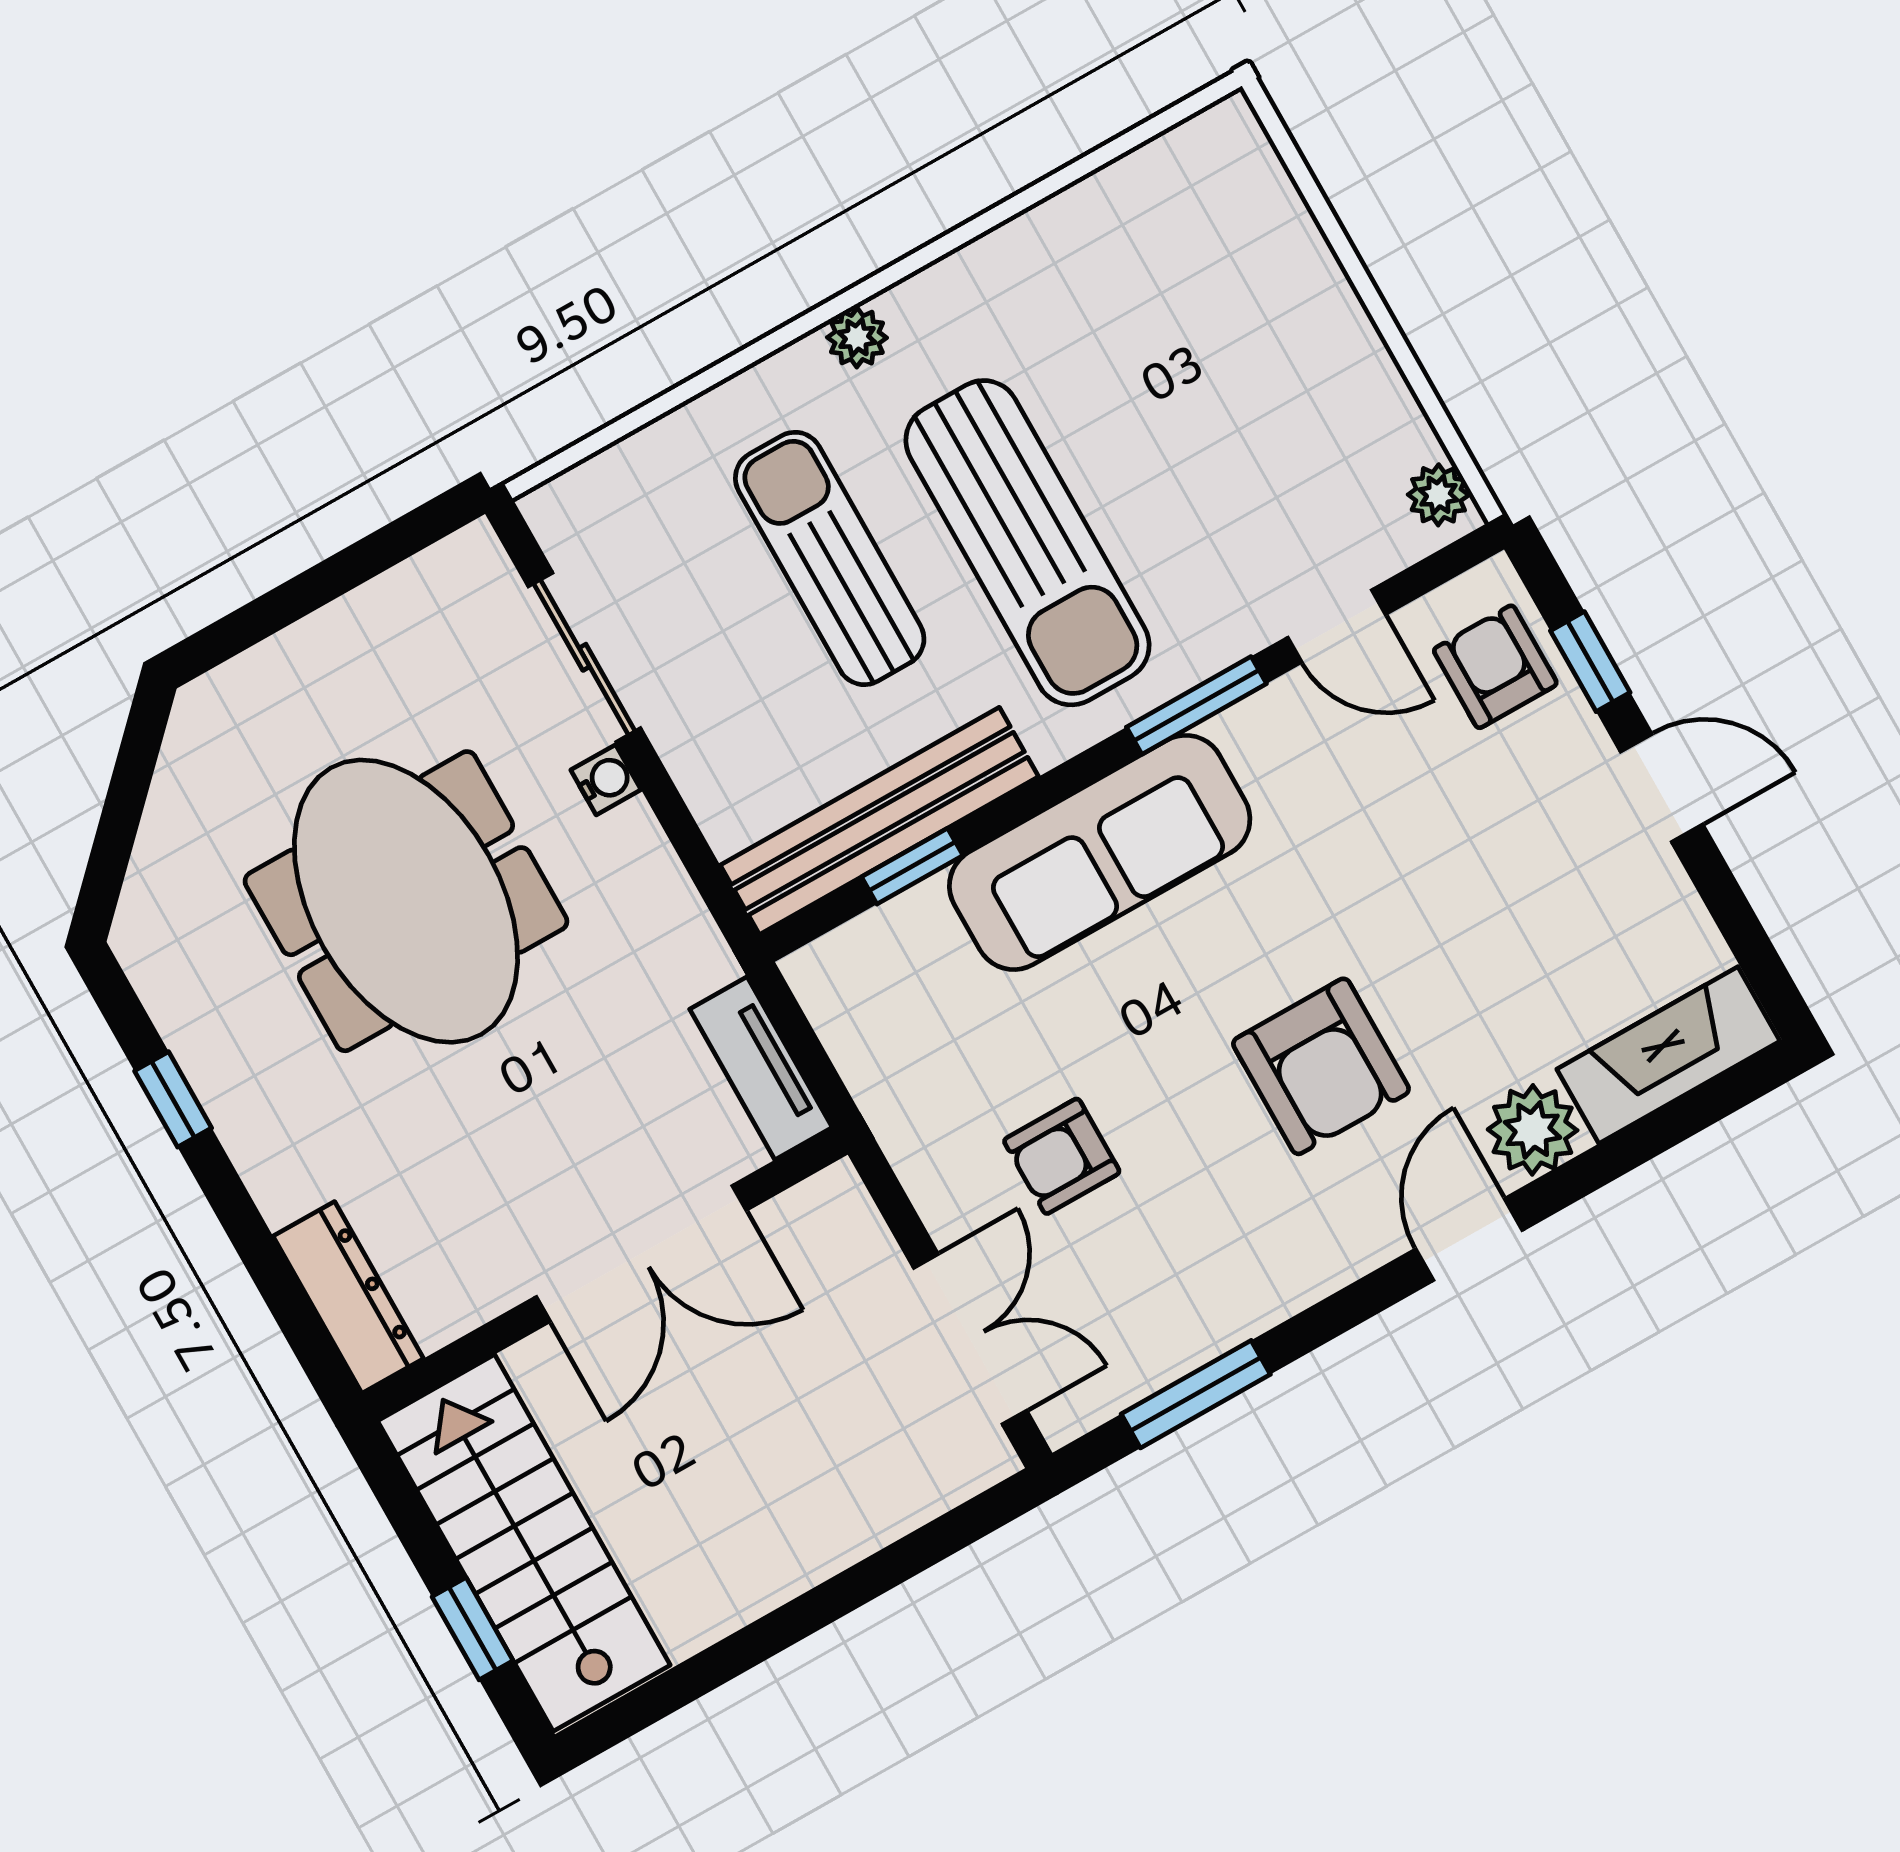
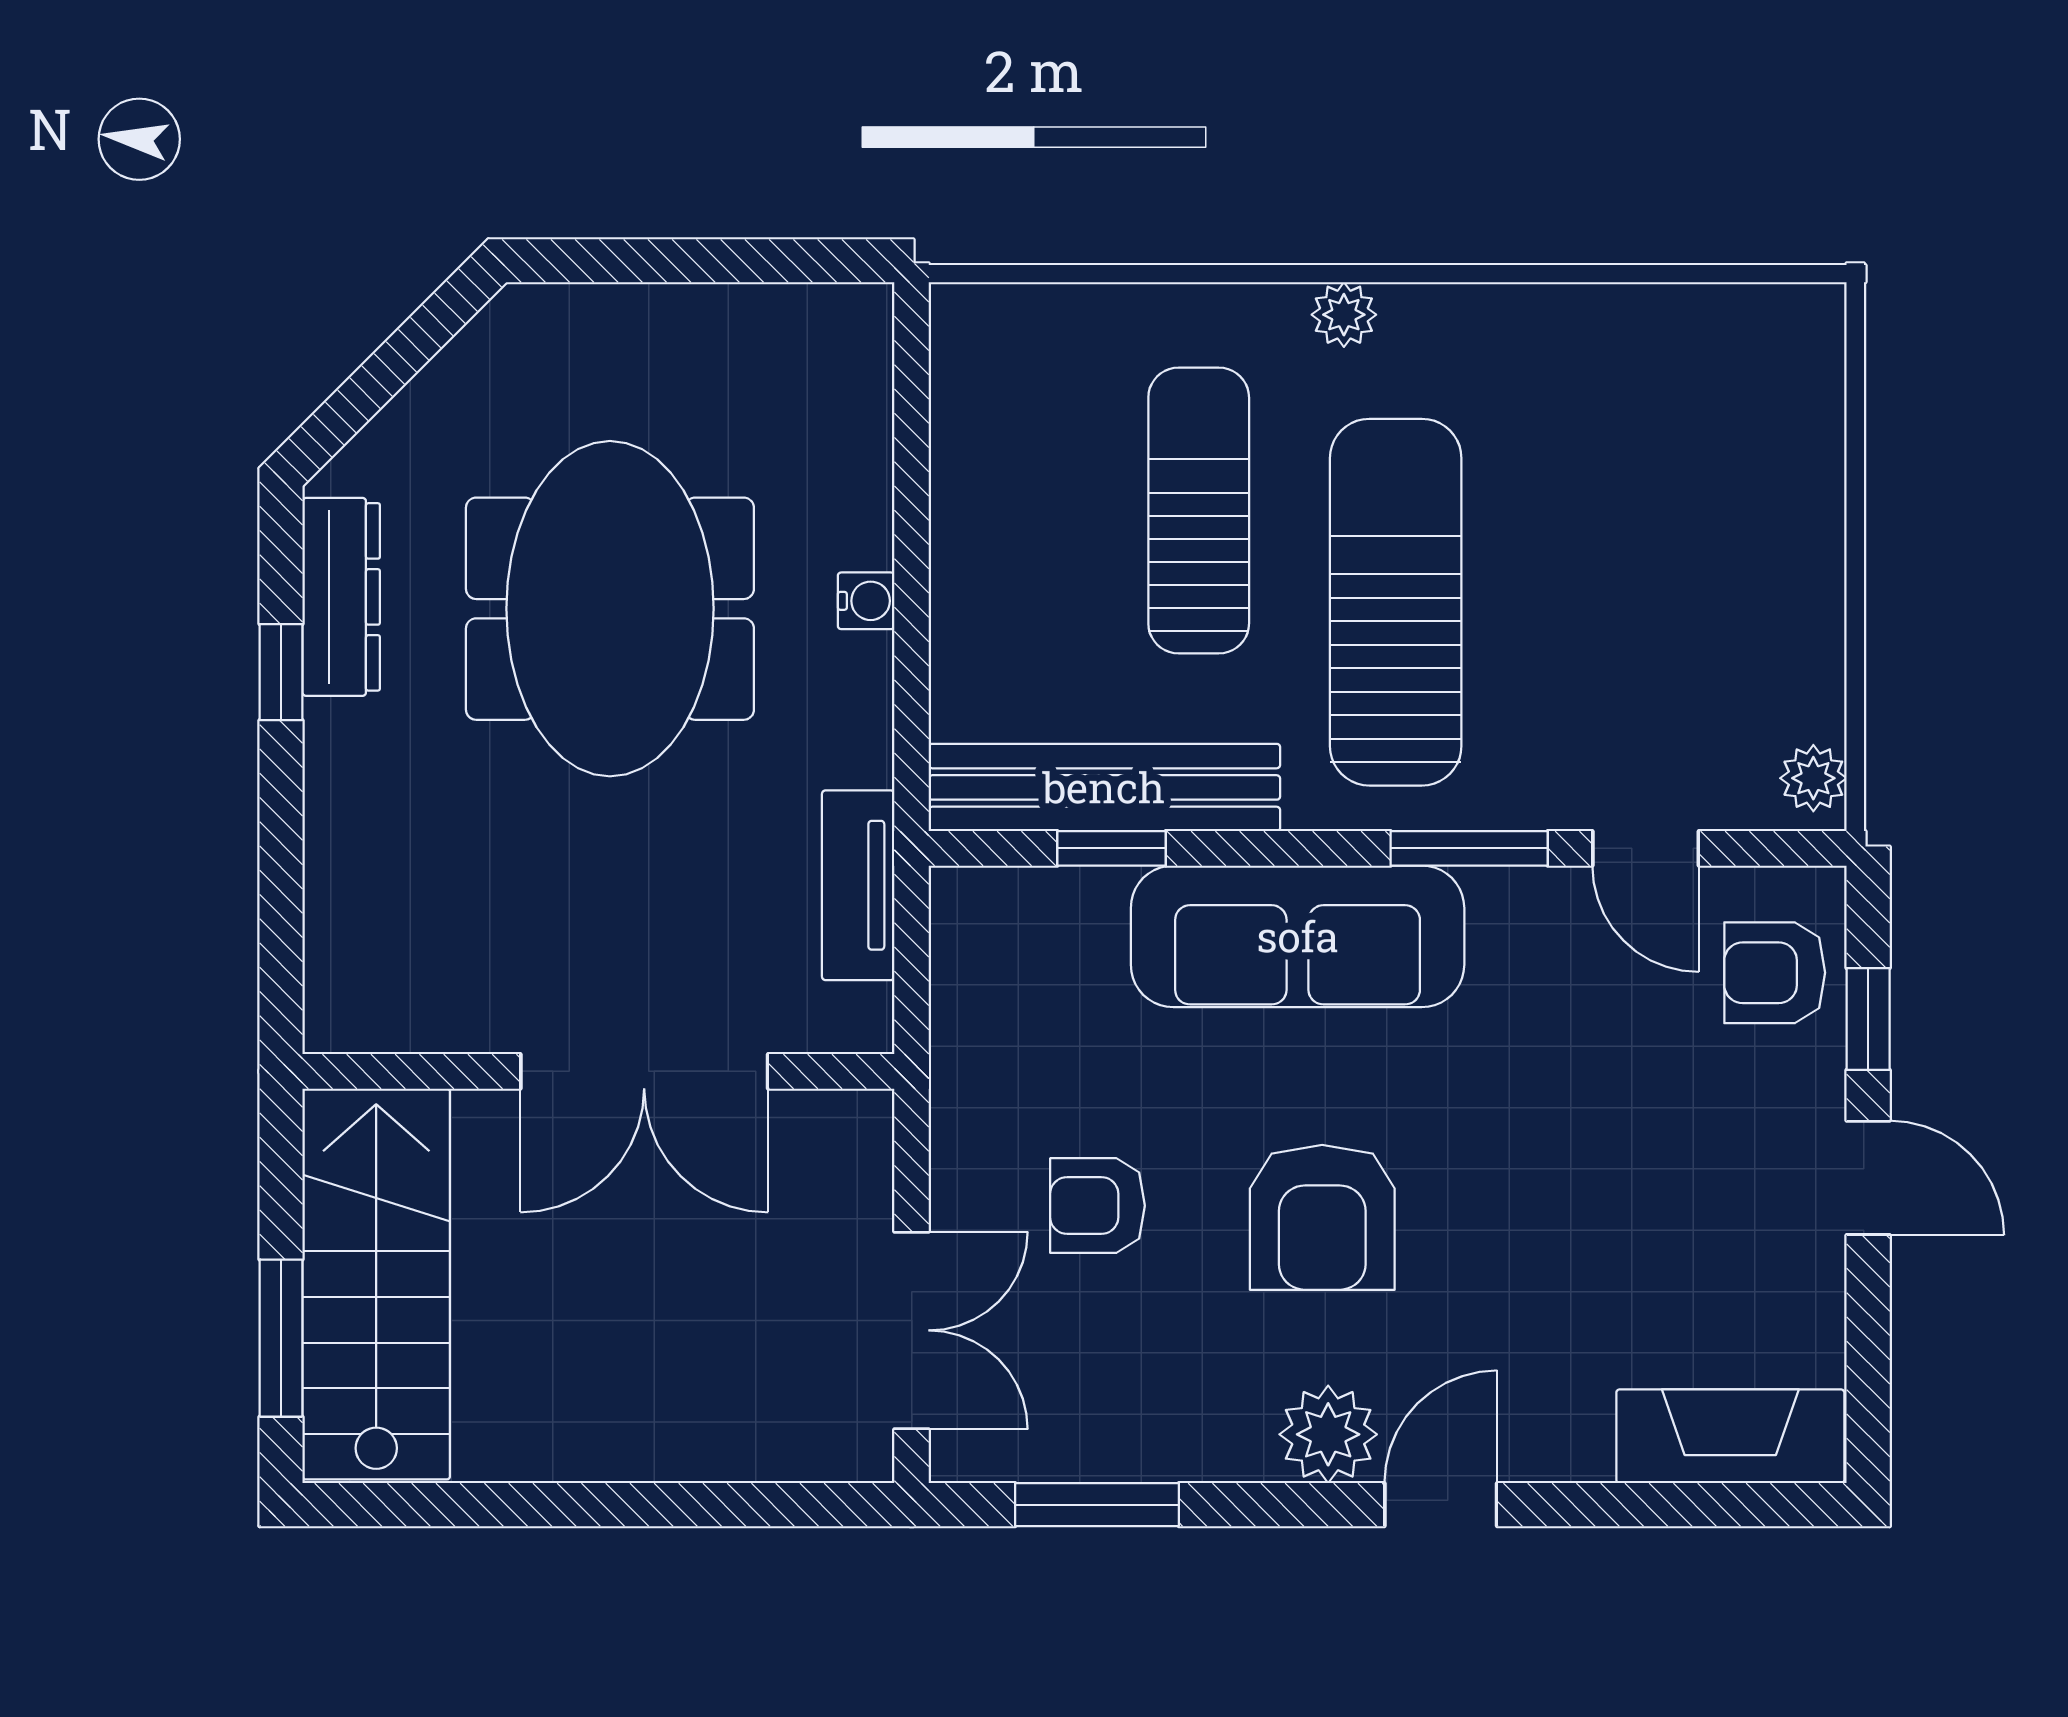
sun lounger: (1027, 543) -> (1396, 602), turned 180
sliding door: (584, 657) -> (912, 472), removed
armchair: (1495, 667) -> (1775, 973), turned -90
armchair: (1321, 1066) -> (1322, 1217), moved
tv unit: (761, 1068) -> (858, 885), moved
plant: (1533, 1130) -> (1328, 1434), moved
dresser: (348, 1297) -> (341, 597), moved
window: (473, 1629) -> (281, 1338), width x1.50

